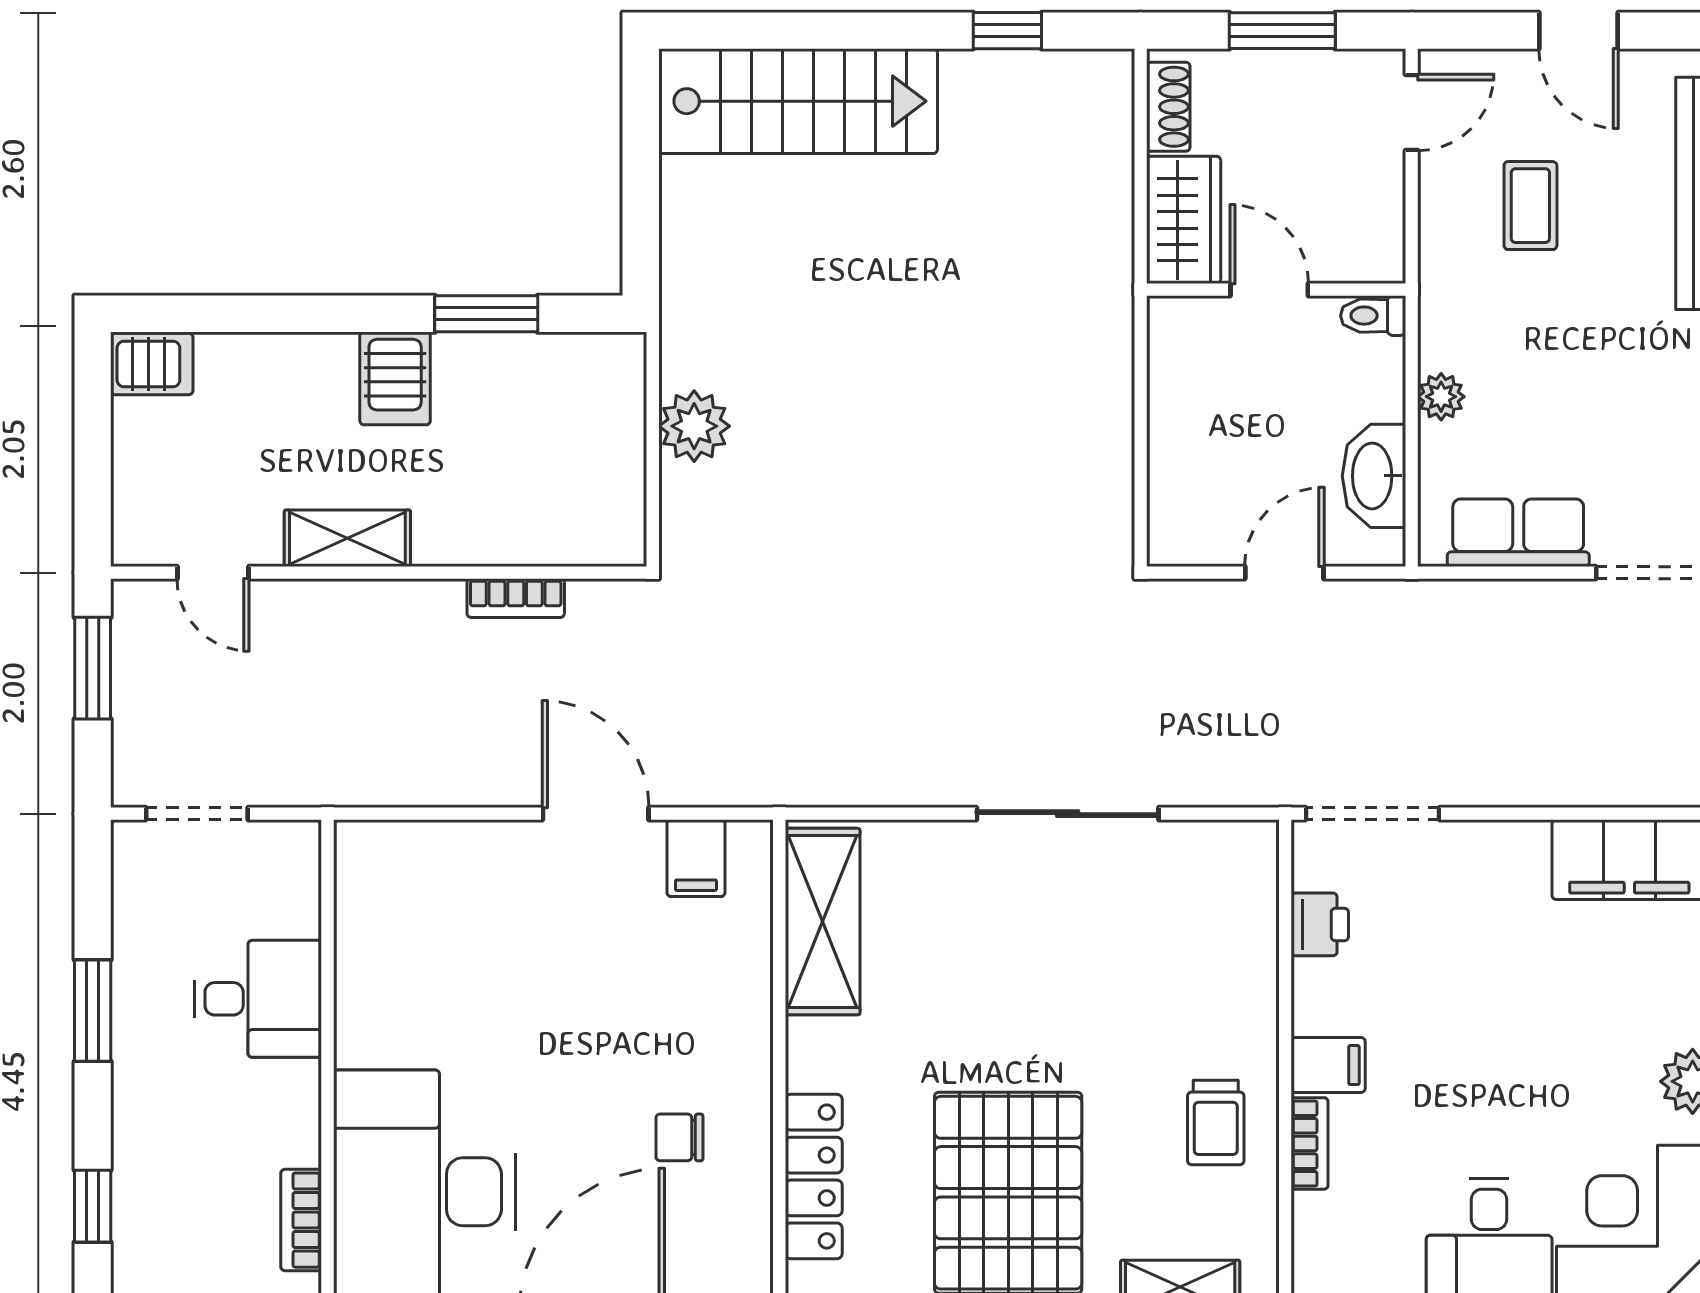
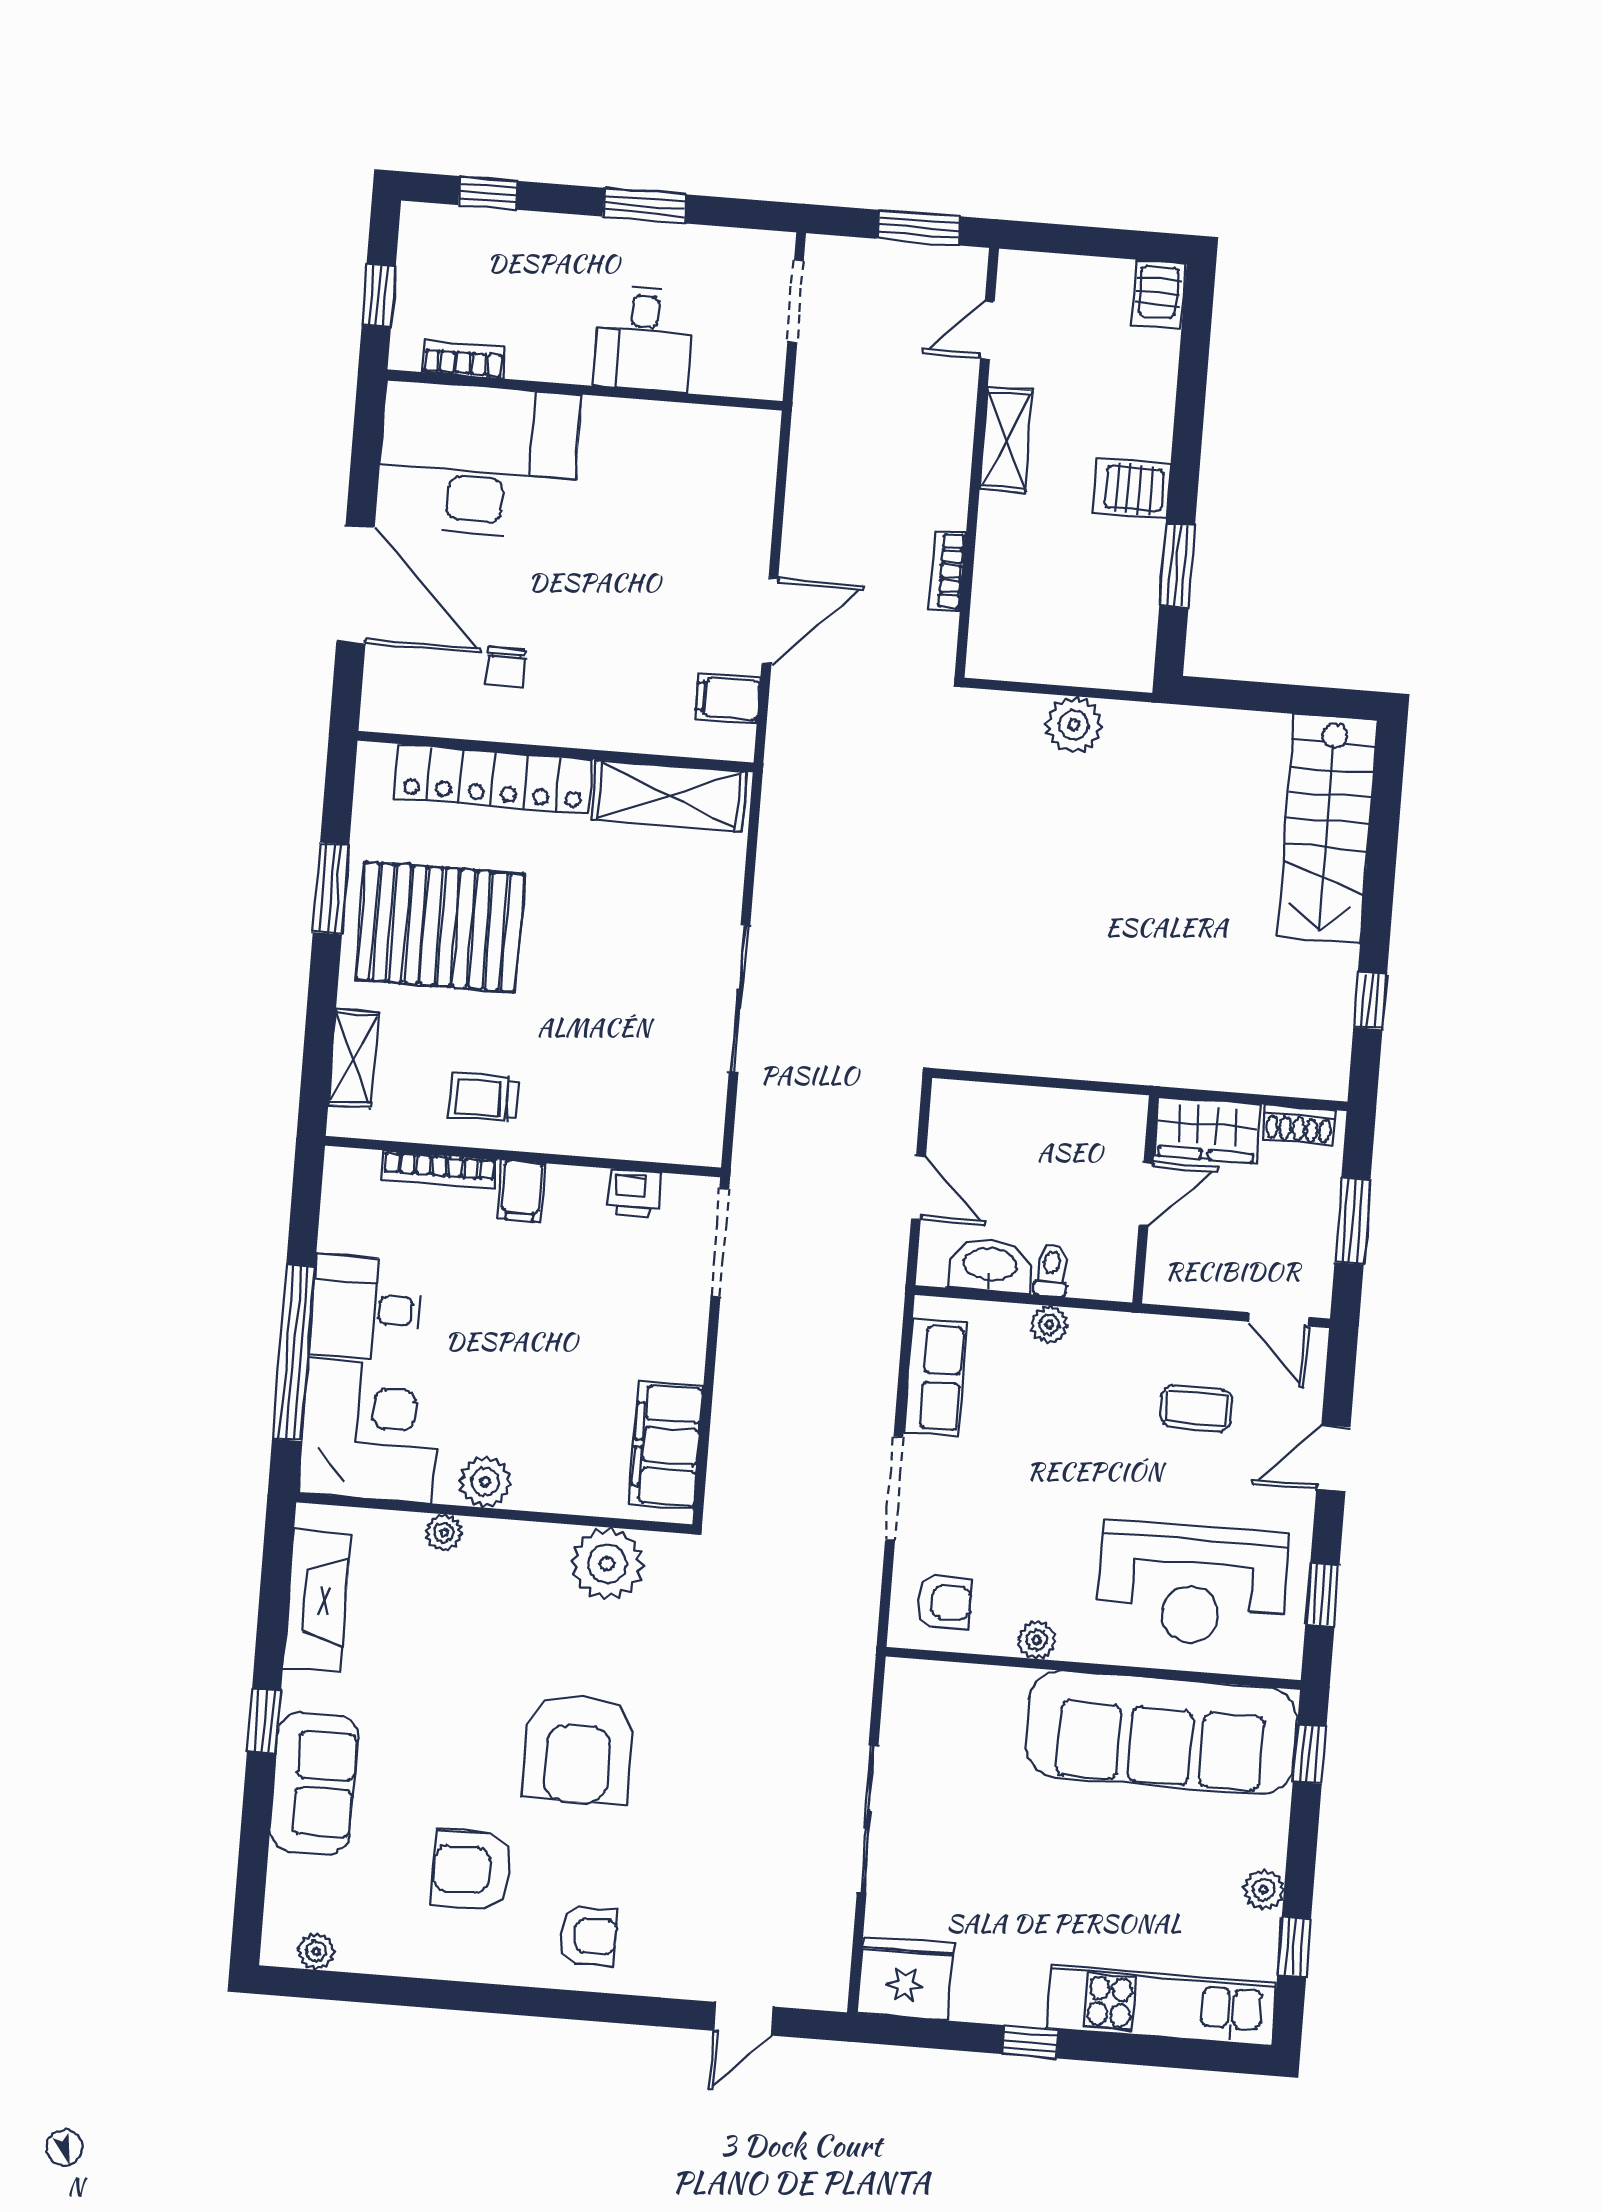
toilet: (1373, 316) -> (1051, 1270), moved
chair: (679, 1137) -> (505, 667), turned 180
bookcase: (1310, 1143) -> (439, 1170), width x1.56
locker: (814, 1177) -> (493, 779), width x1.41, depth x1.21

